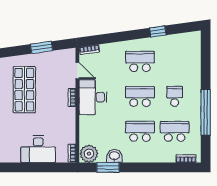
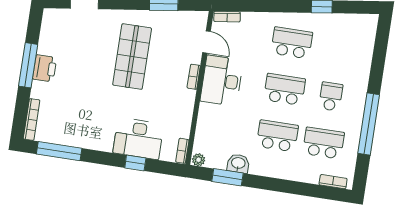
plant: (89, 154) -> (199, 160), width x0.53, depth x0.53
window: (39, 167) -> (135, 163), added

